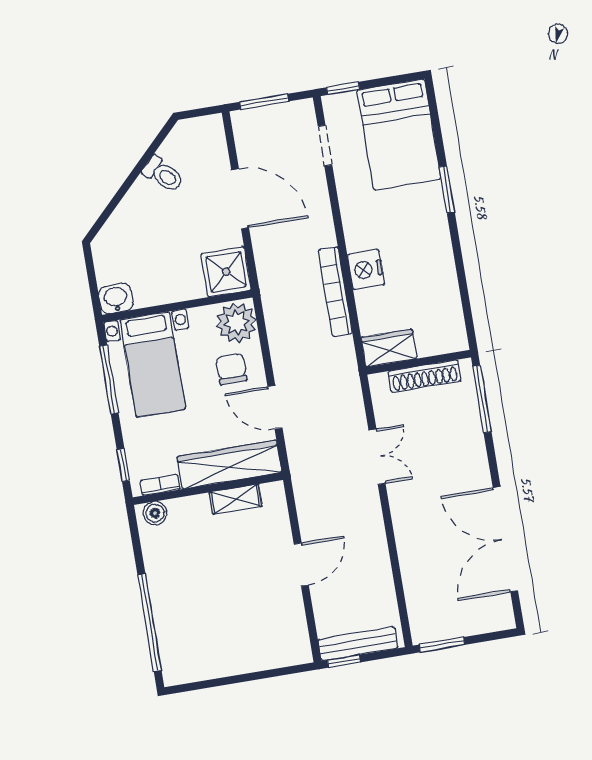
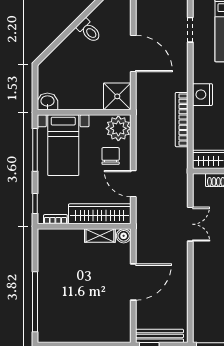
nightstand: (366, 270) -> (202, 95), moved
boiler: (155, 513) -> (124, 236), moved
door: (301, 565) -> (133, 282), width x1.36

